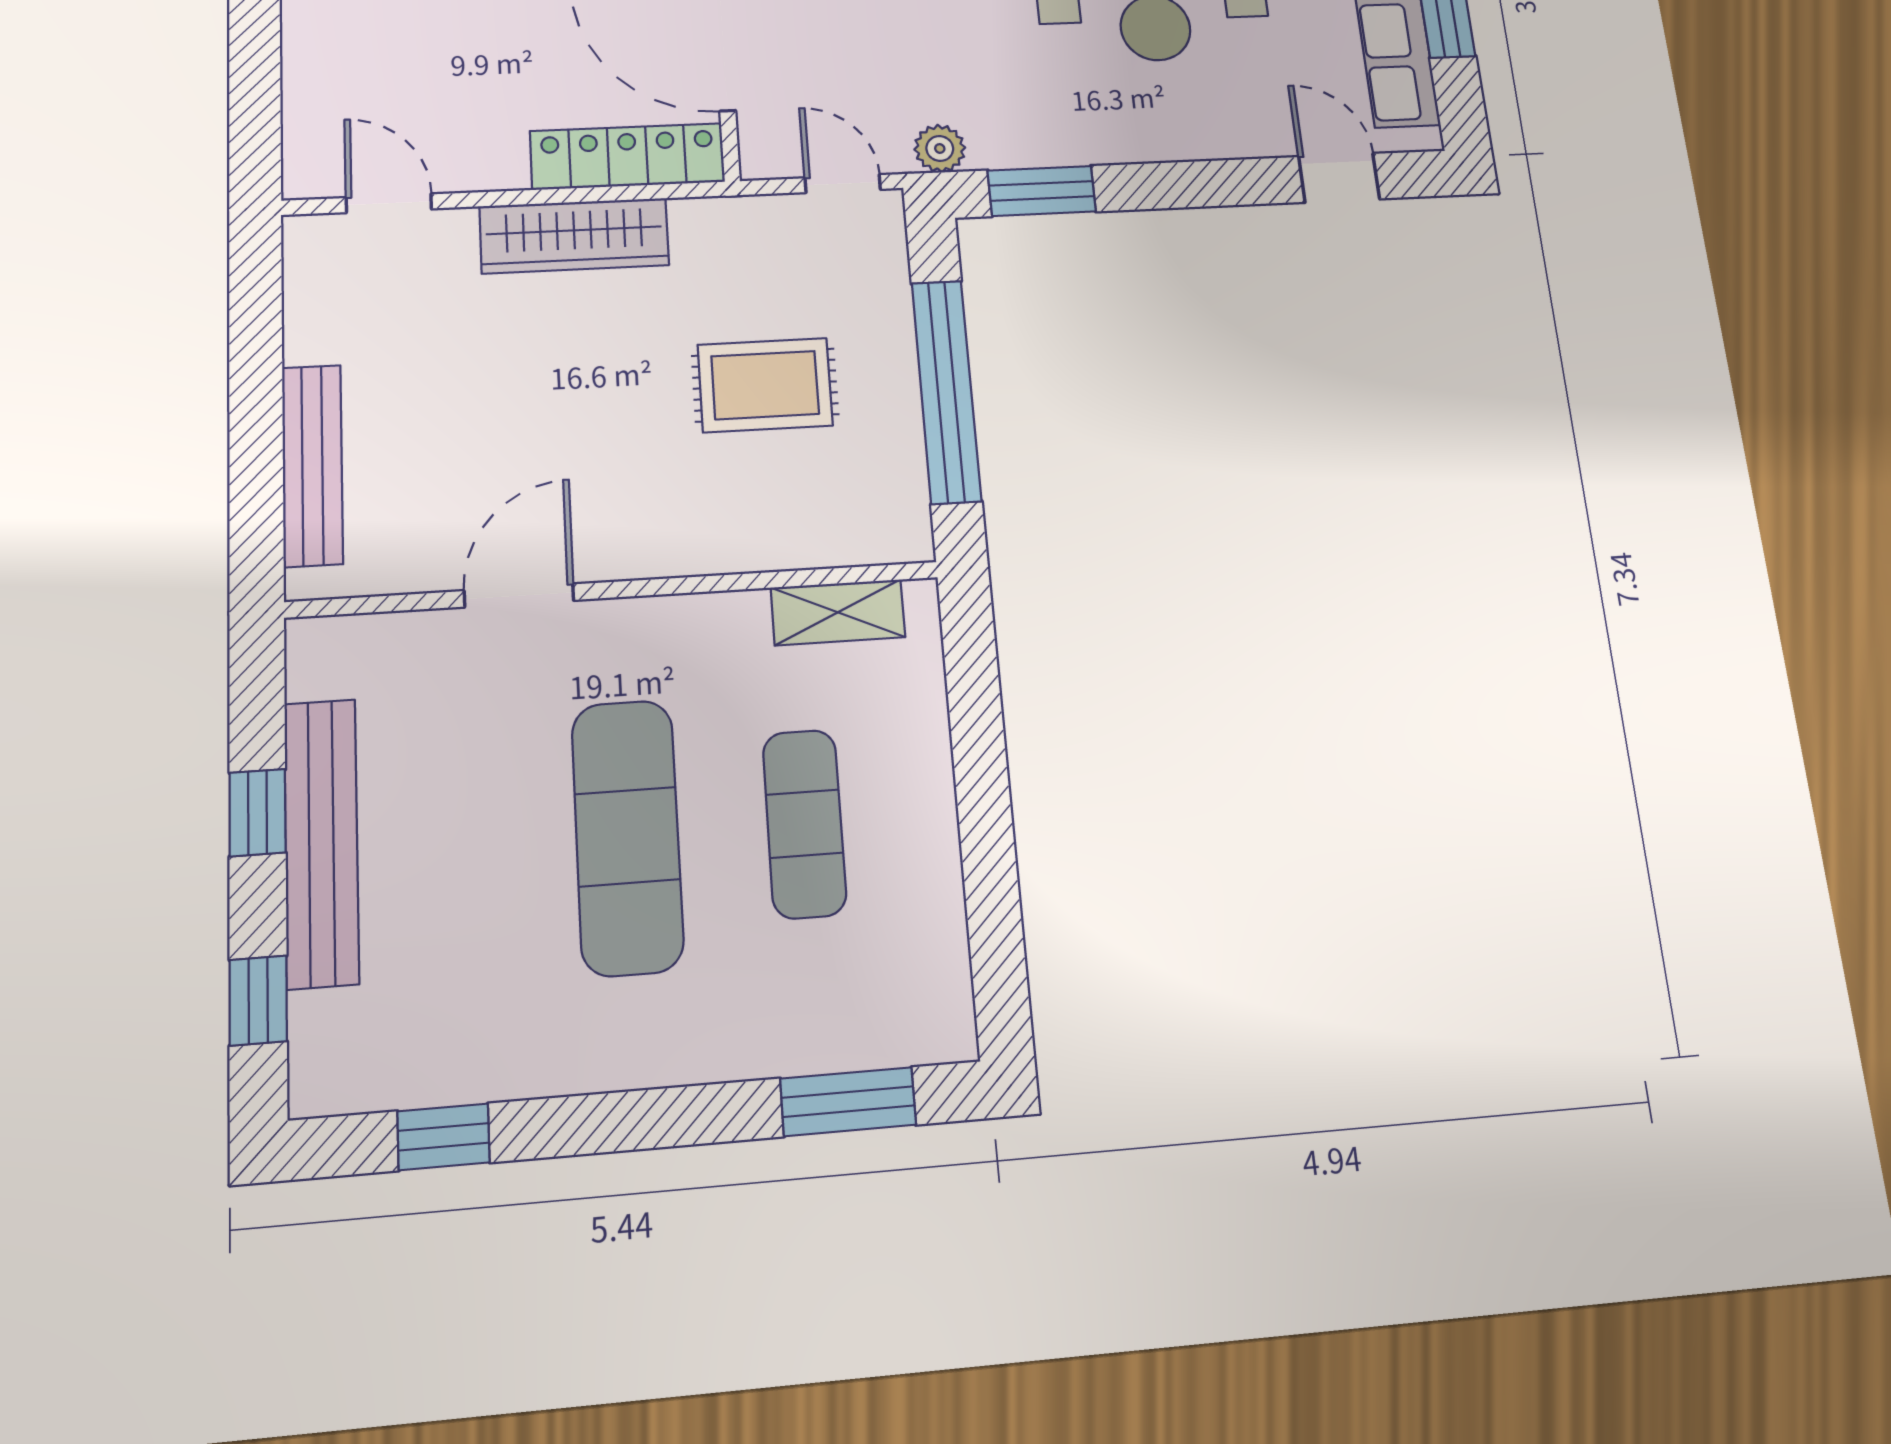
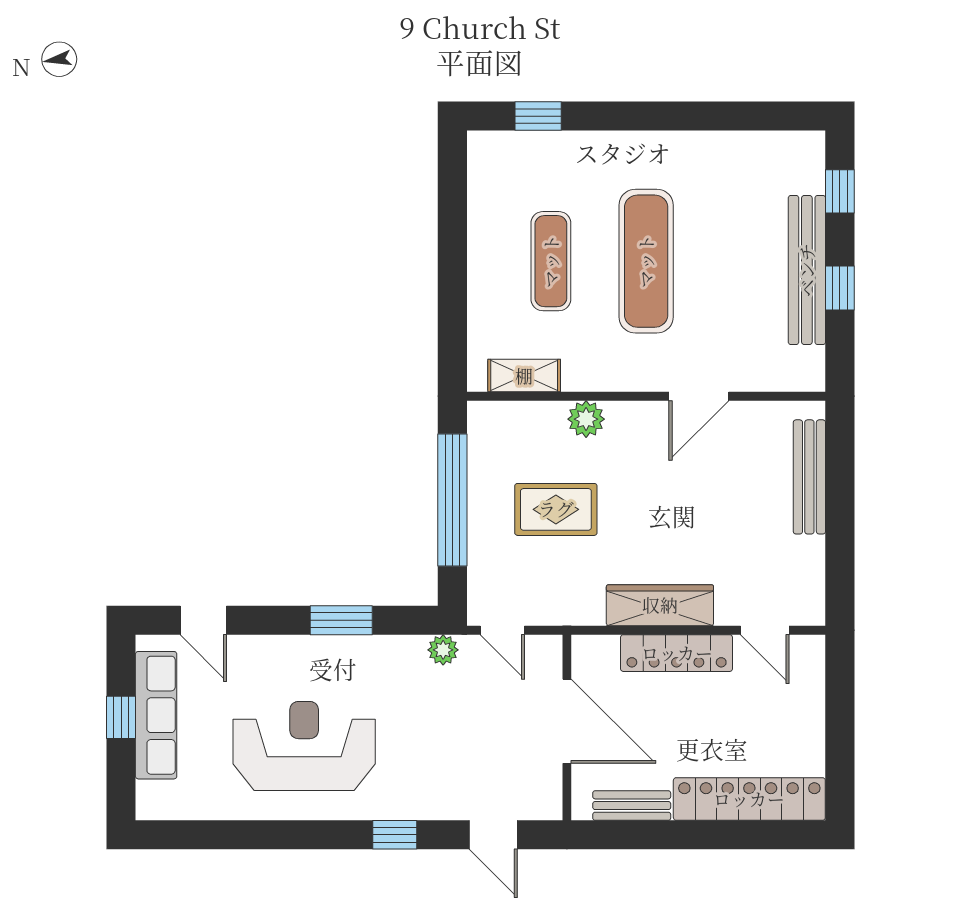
locker: (627, 156) -> (677, 653), moved
window: (1042, 191) -> (341, 620), moved
plant: (722, 543) -> (586, 419), added
window: (848, 1102) -> (538, 116), width x0.67
window: (444, 1137) -> (747, 116), removed

